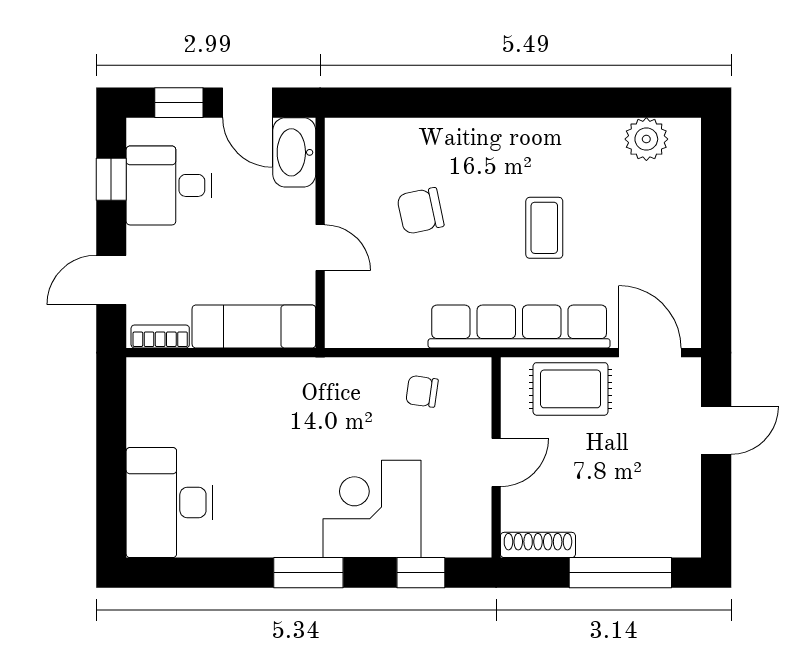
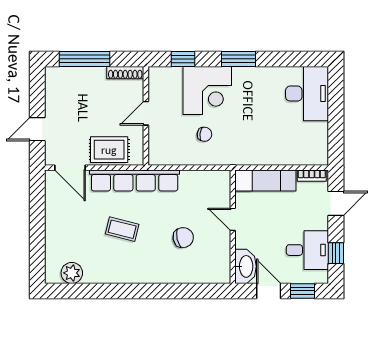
coffee table: (544, 228) -> (122, 229), turned -76
chair: (422, 391) -> (204, 134), moved

